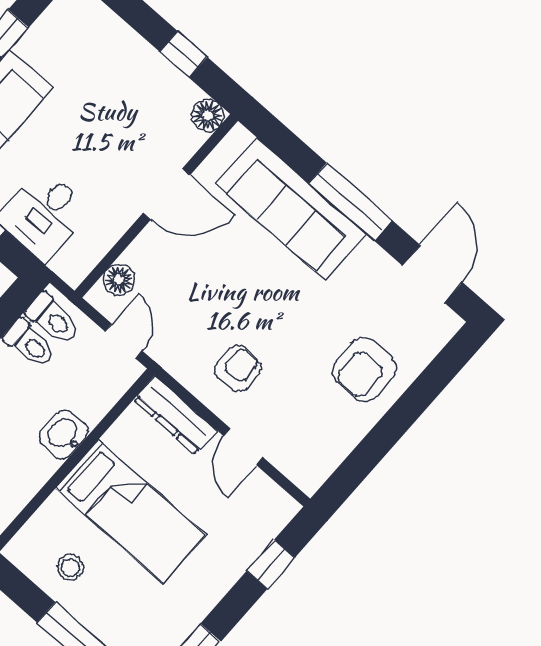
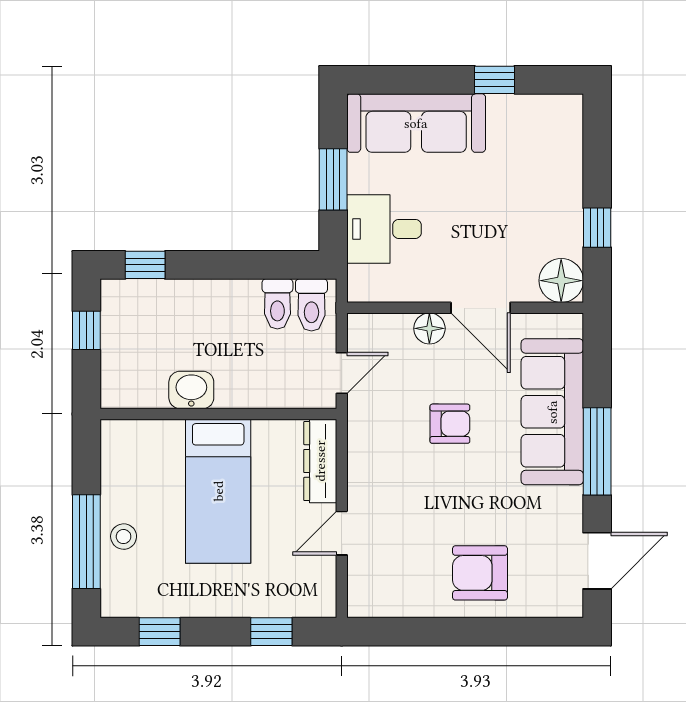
floor lamp: (208, 115) -> (561, 281), width x1.38, depth x1.38
floor lamp: (119, 280) -> (429, 328), moved
armchair: (238, 369) -> (450, 424), moved
washbasin: (64, 435) -> (191, 390), moved
stool: (70, 568) -> (124, 537), moved

